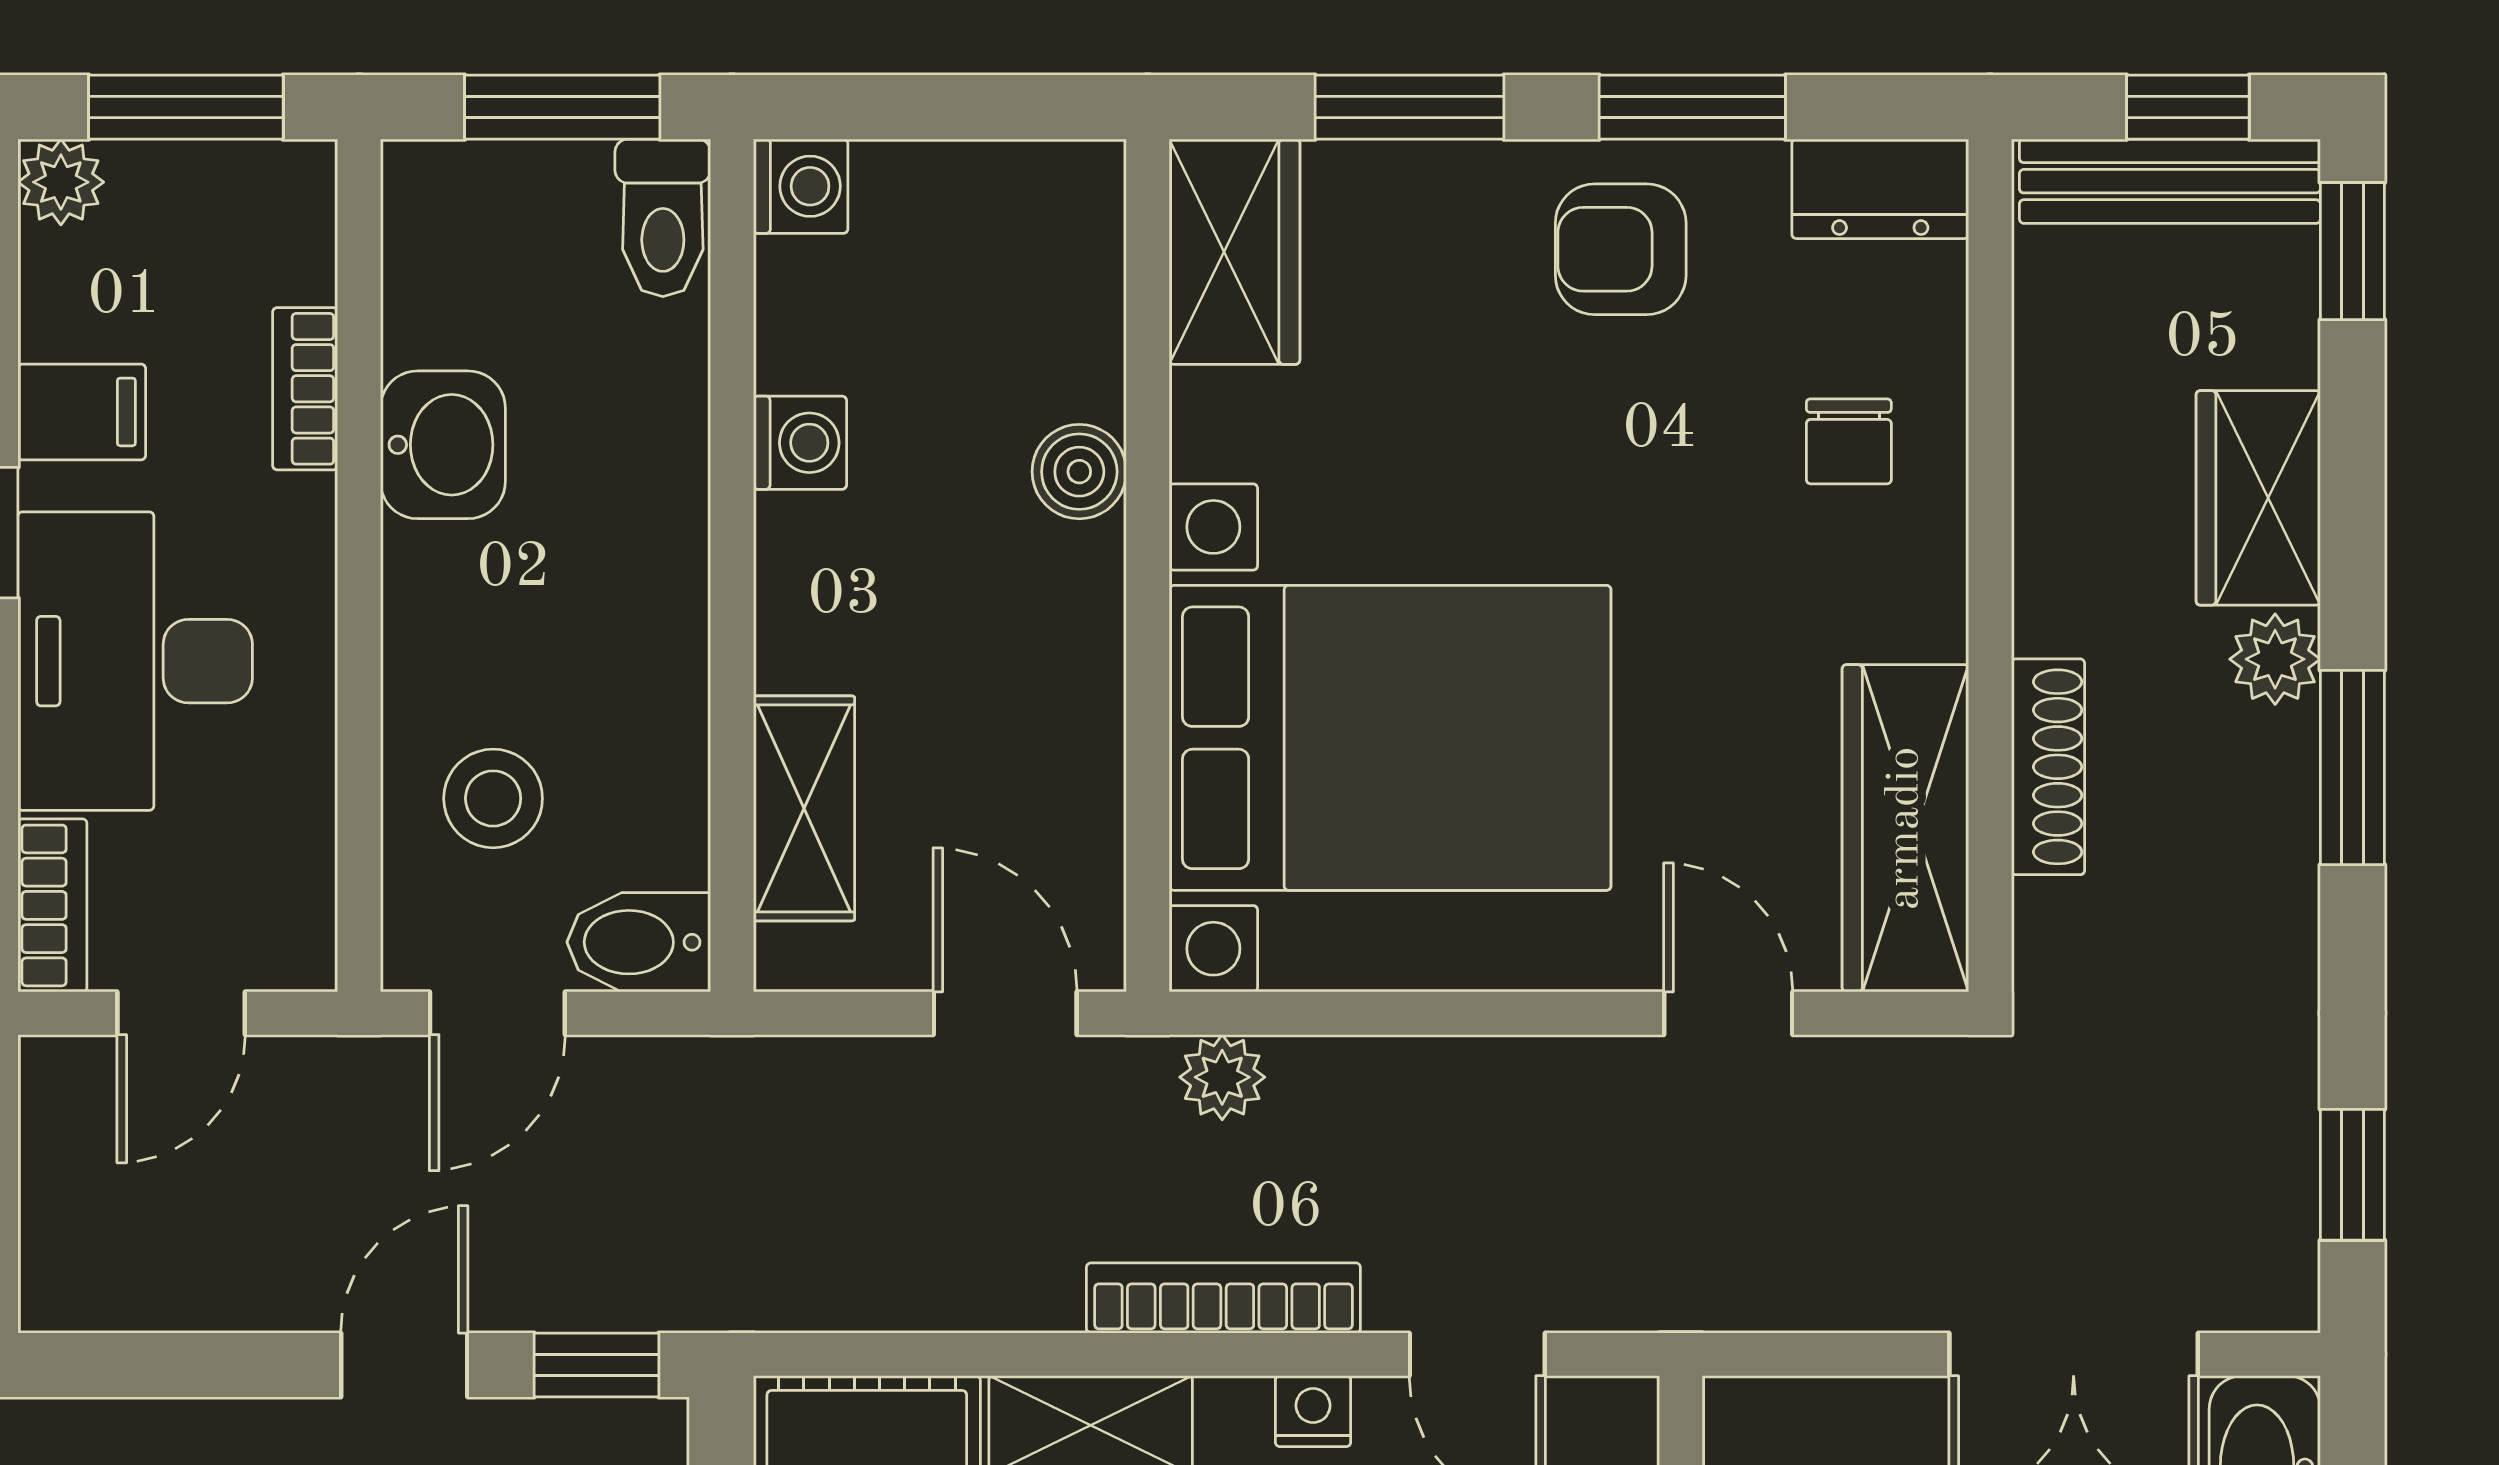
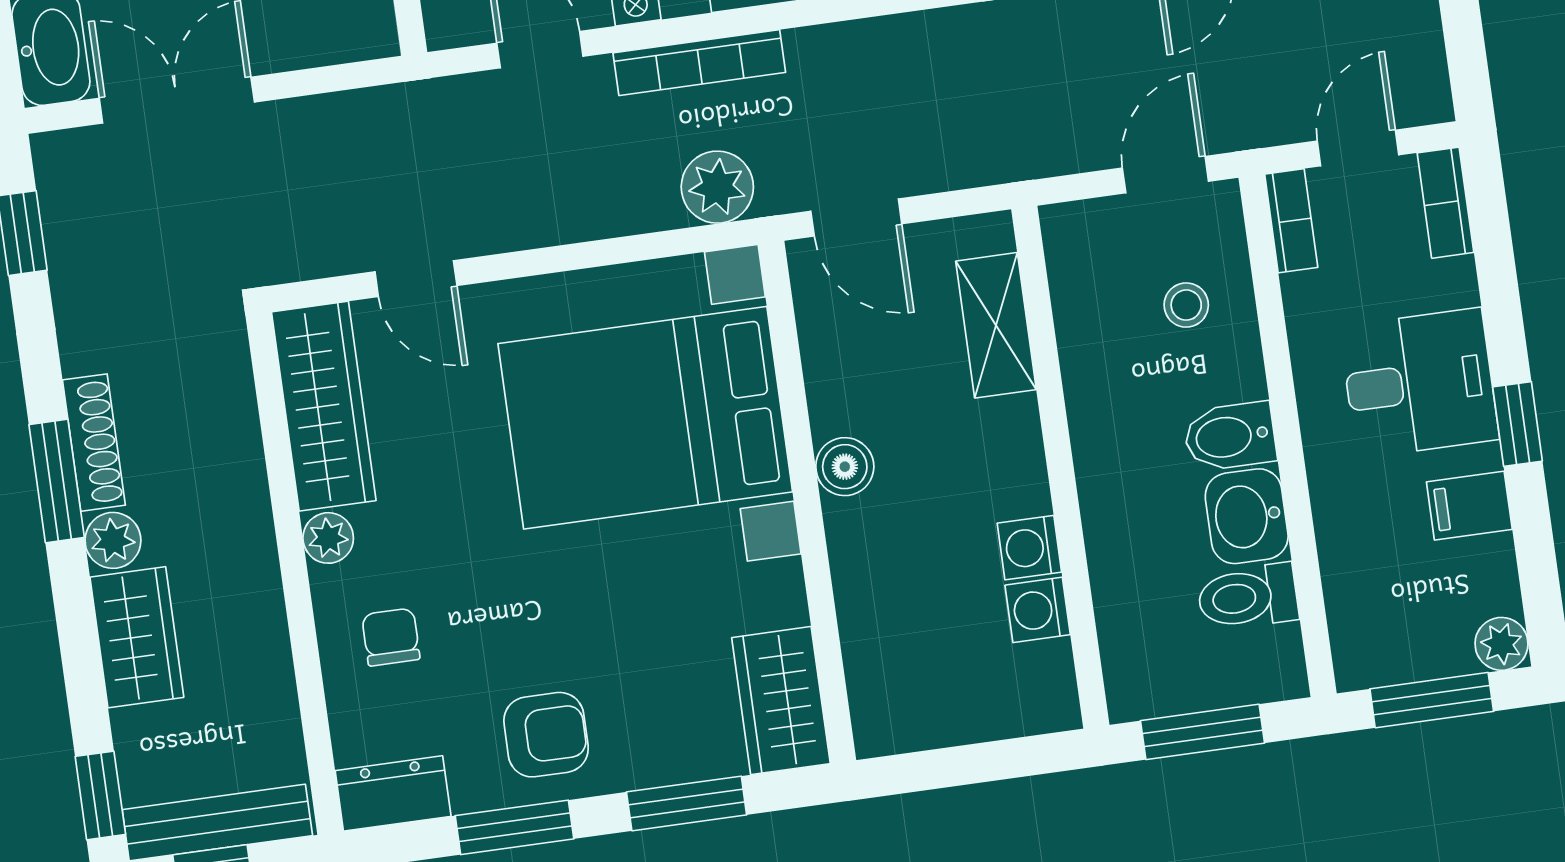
washing machine: (801, 186) -> (1038, 610), moved
toilet: (663, 218) -> (1248, 597), moved, turned -90
bookcase: (305, 389) -> (1291, 221), moved
boiler: (1079, 472) -> (845, 467), moved
plant: (1928, 615) -> (328, 538), added
desk: (135, 661) -> (1419, 383), width x0.73
shoe rack: (2048, 767) -> (94, 443), moved, turned 180
stool: (493, 798) -> (1186, 305), width x0.73, depth x0.73
bidet: (639, 942) -> (1230, 436), moved, turned 180
plant: (1222, 1077) -> (717, 187), width x1.38, depth x1.38

